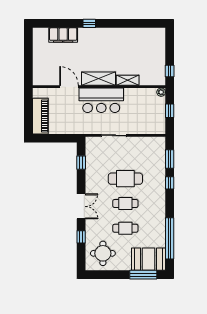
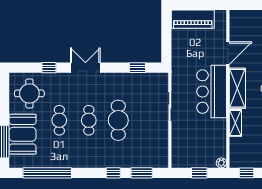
double door: (81, 206) -> (85, 68), swing flipped
booth: (149, 259) -> (23, 134), moved

